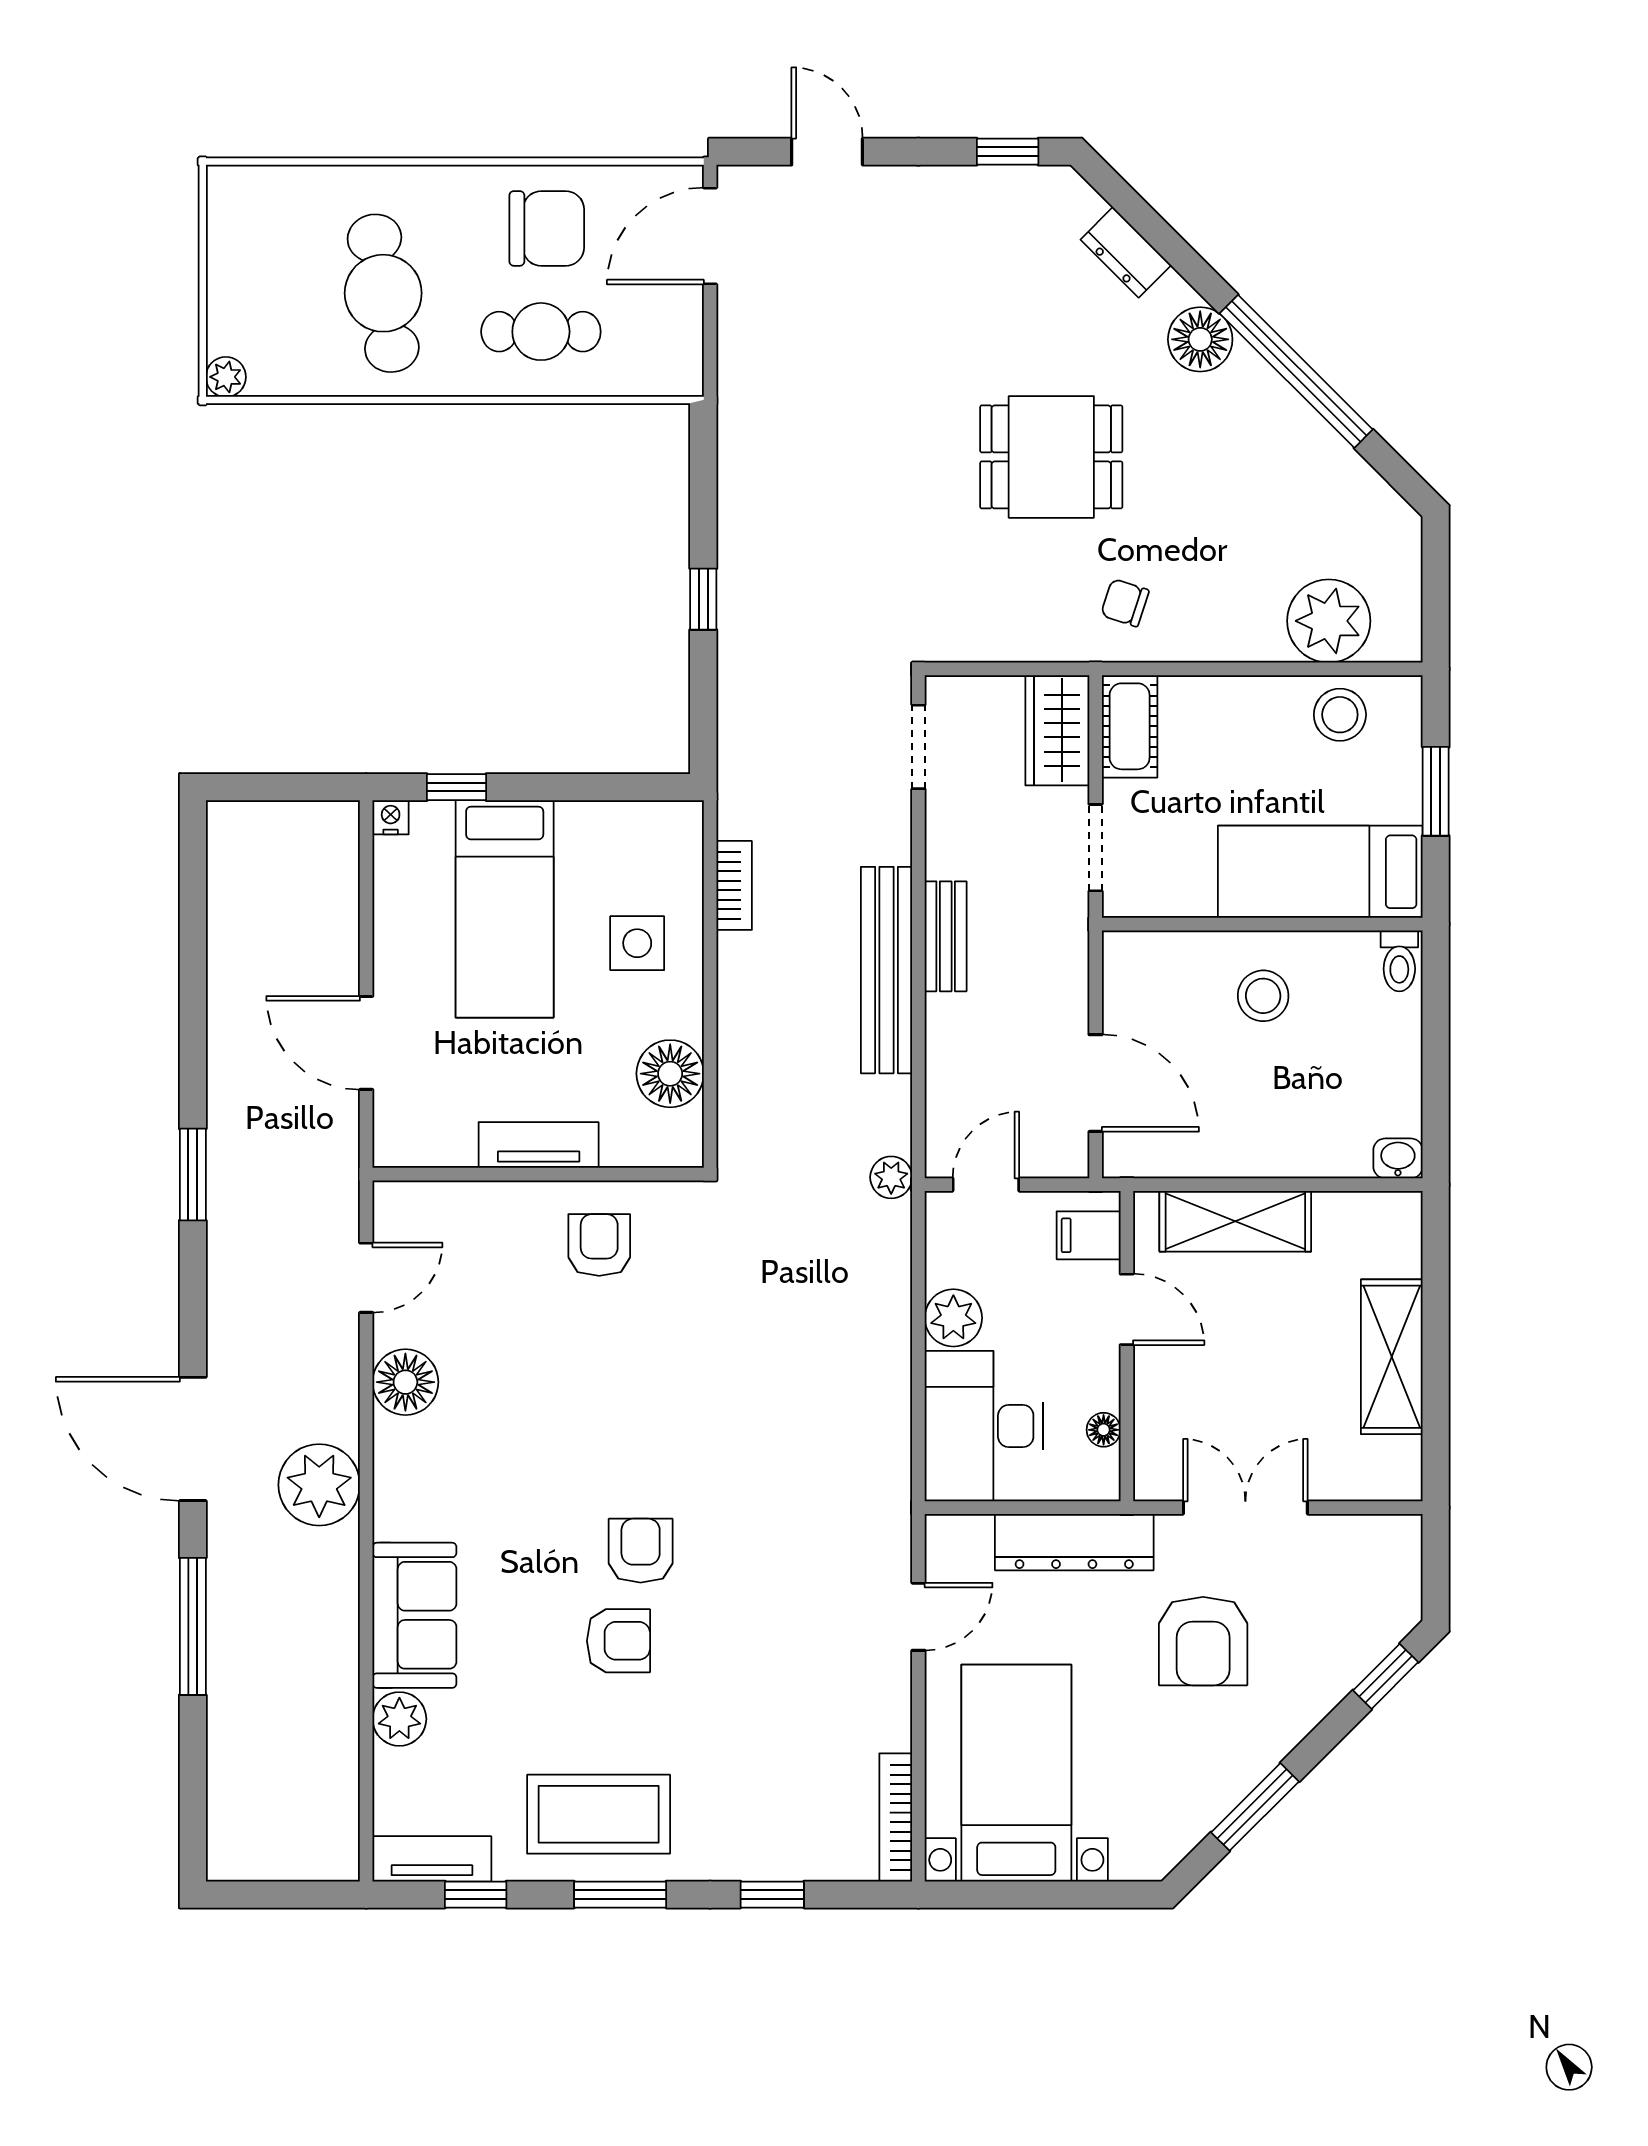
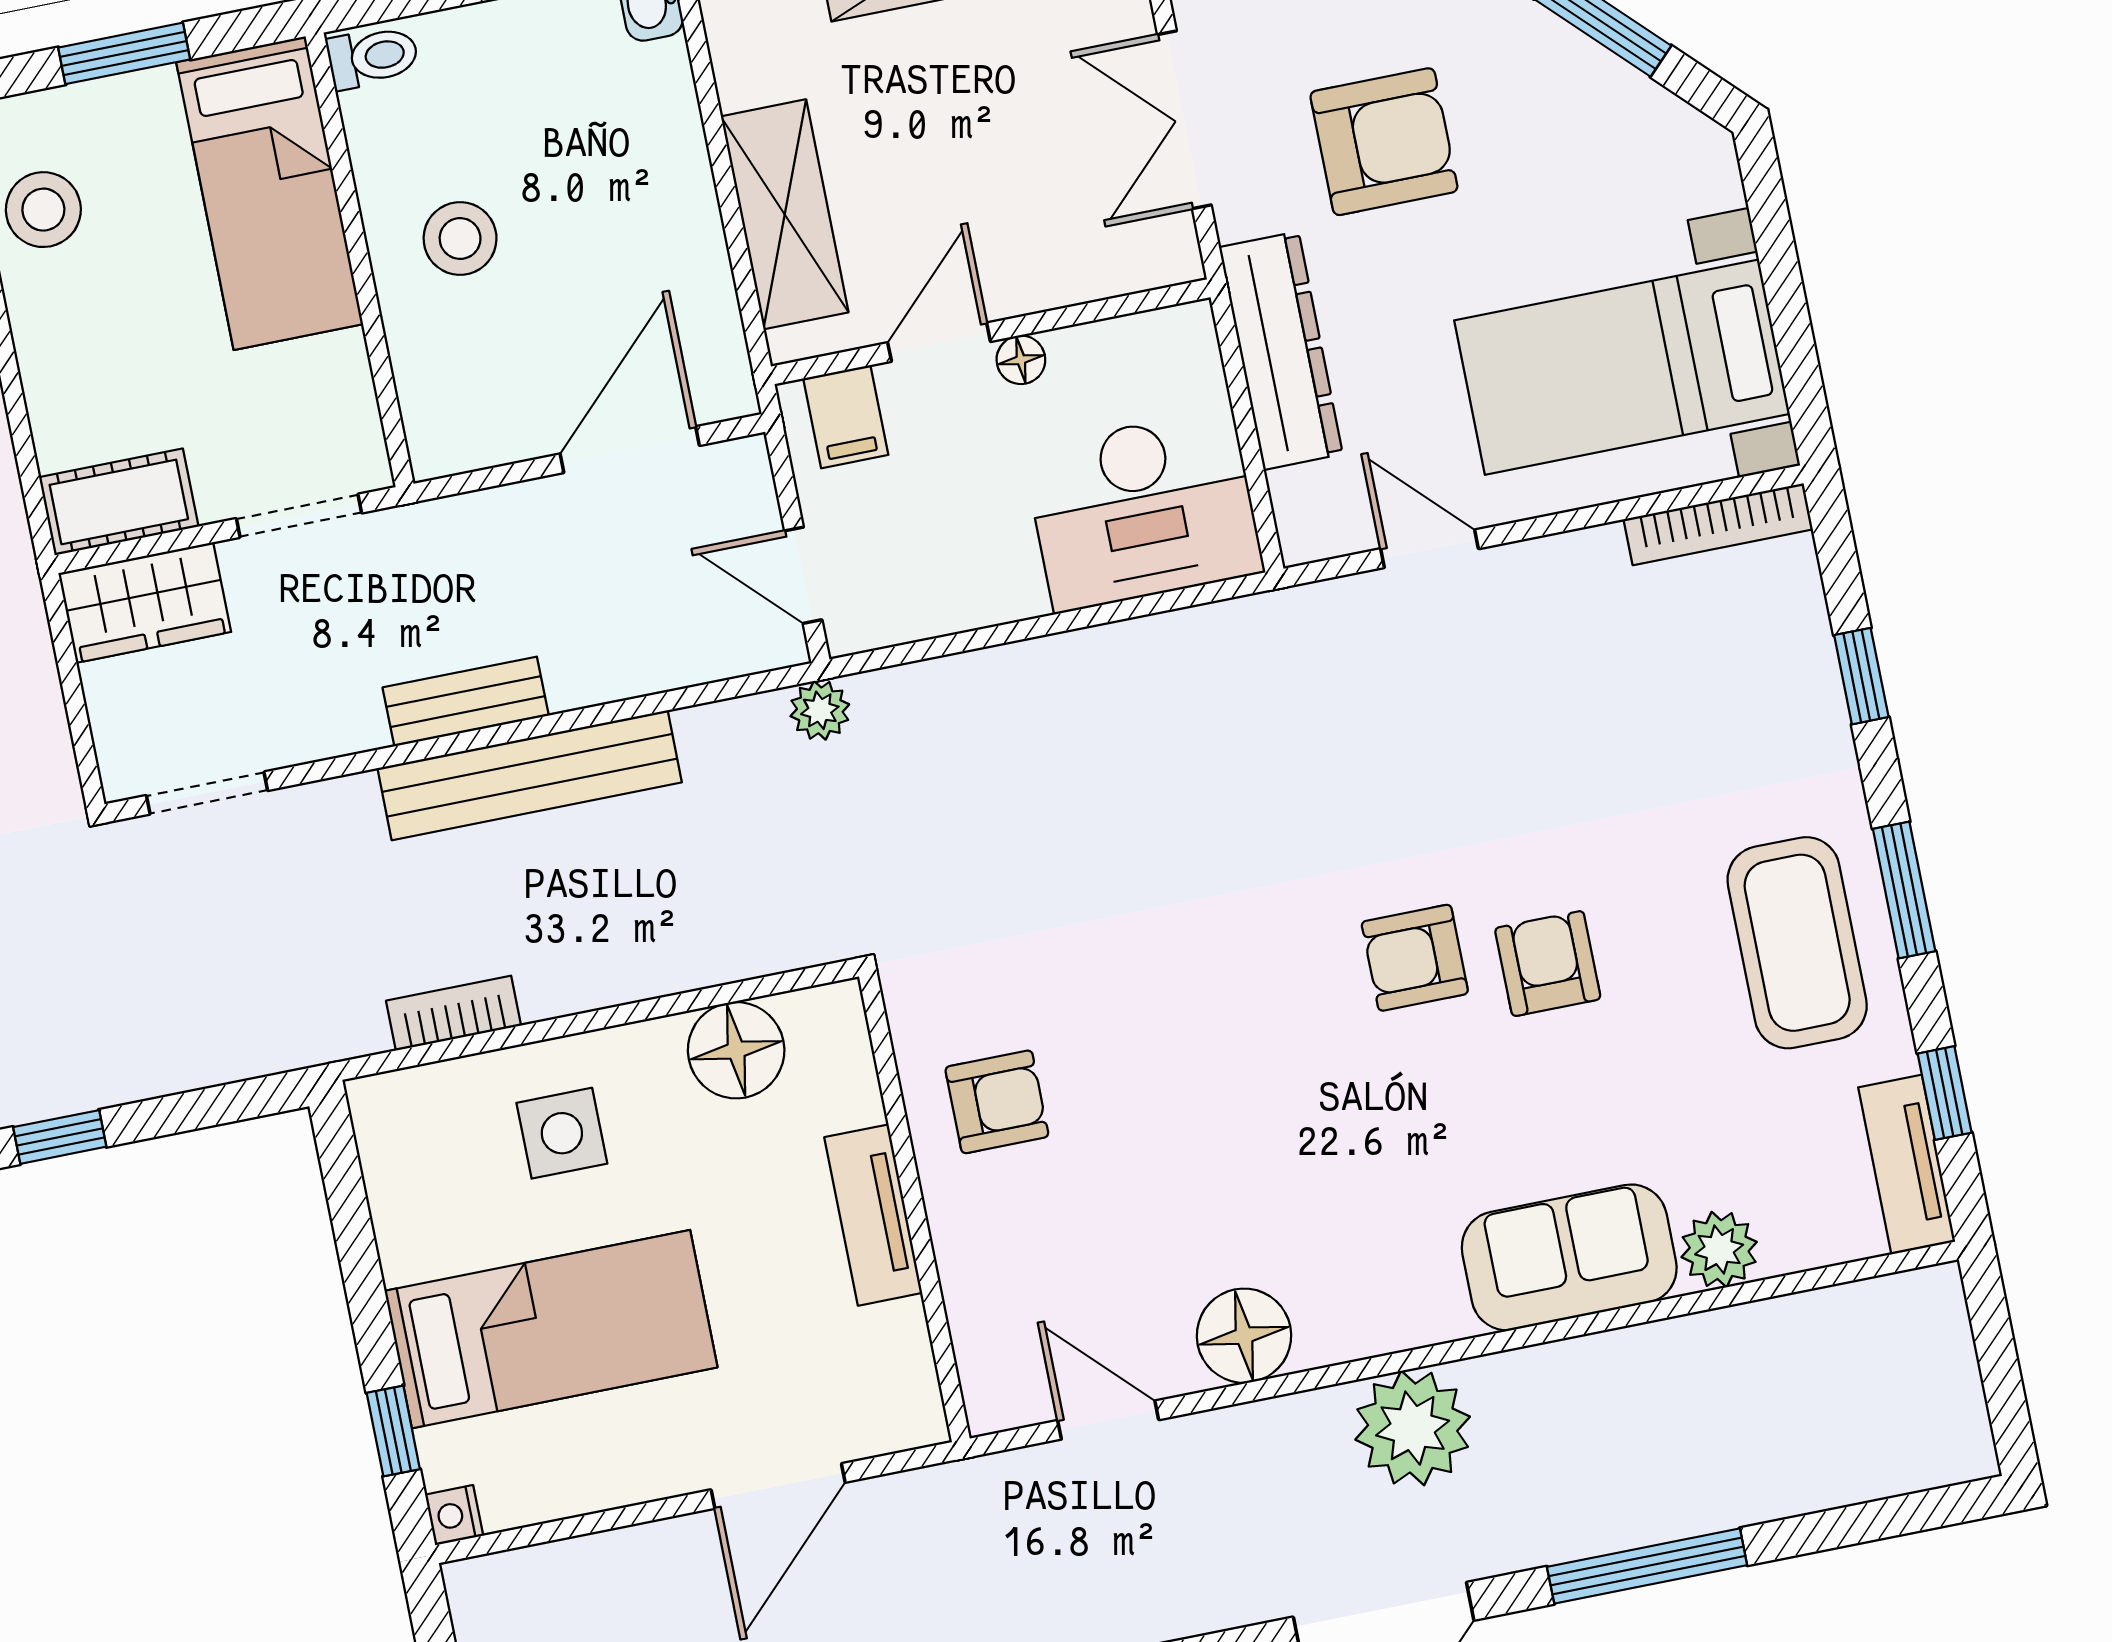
armchair: (599, 1245) -> (997, 1102), turned 180
plant: (953, 1318) -> (1000, 584), removed
floor lamp: (1104, 1430) -> (1021, 360), moved

